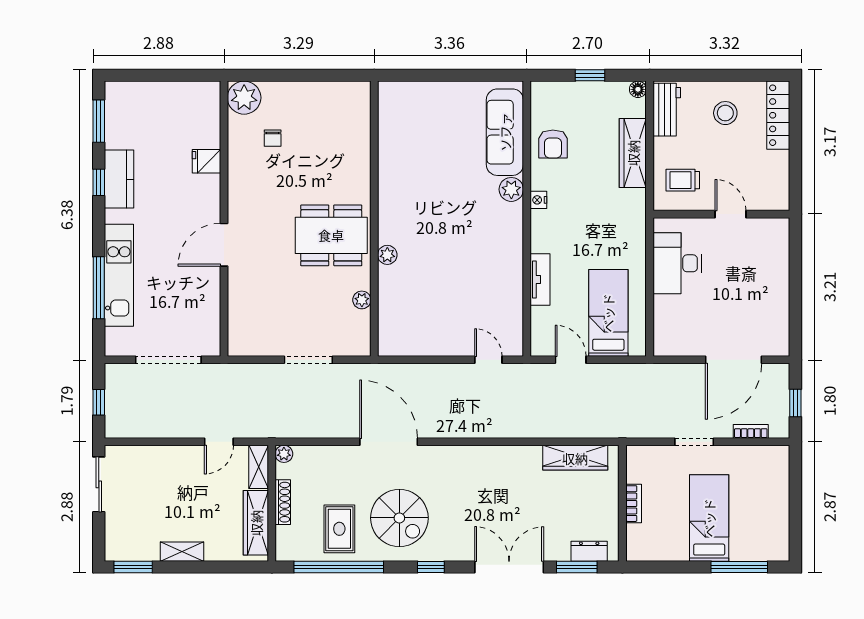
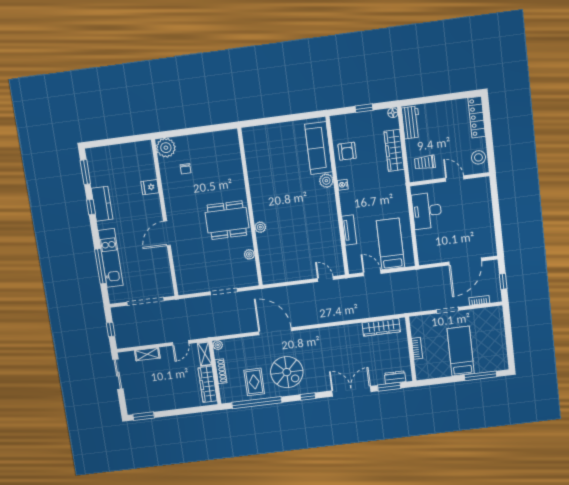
stool: (725, 113) -> (478, 157), moved
shelving: (182, 552) -> (147, 354), moved

